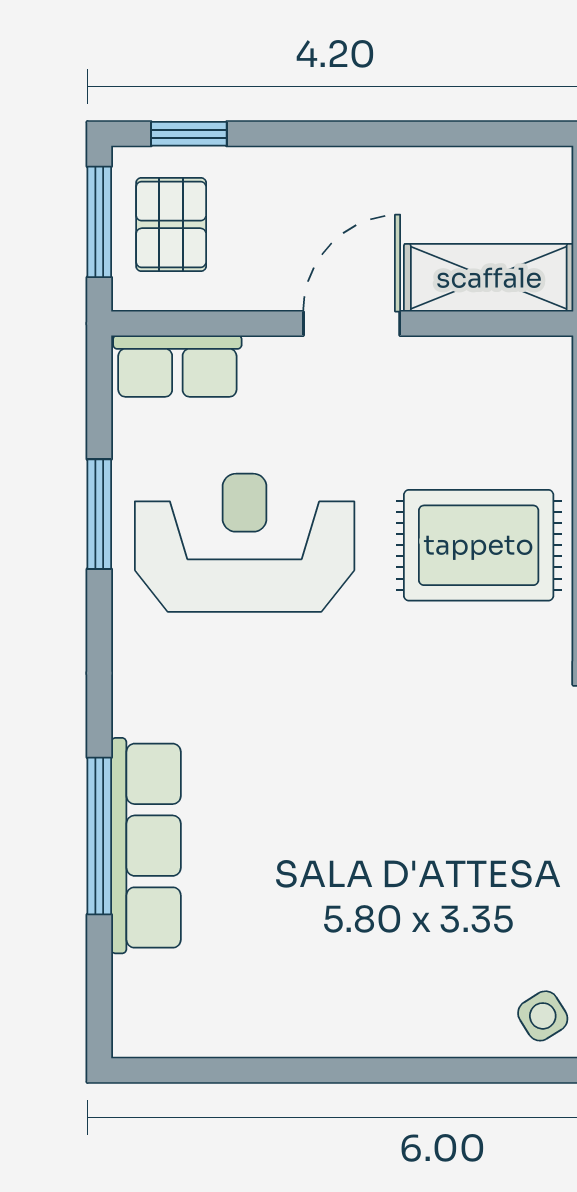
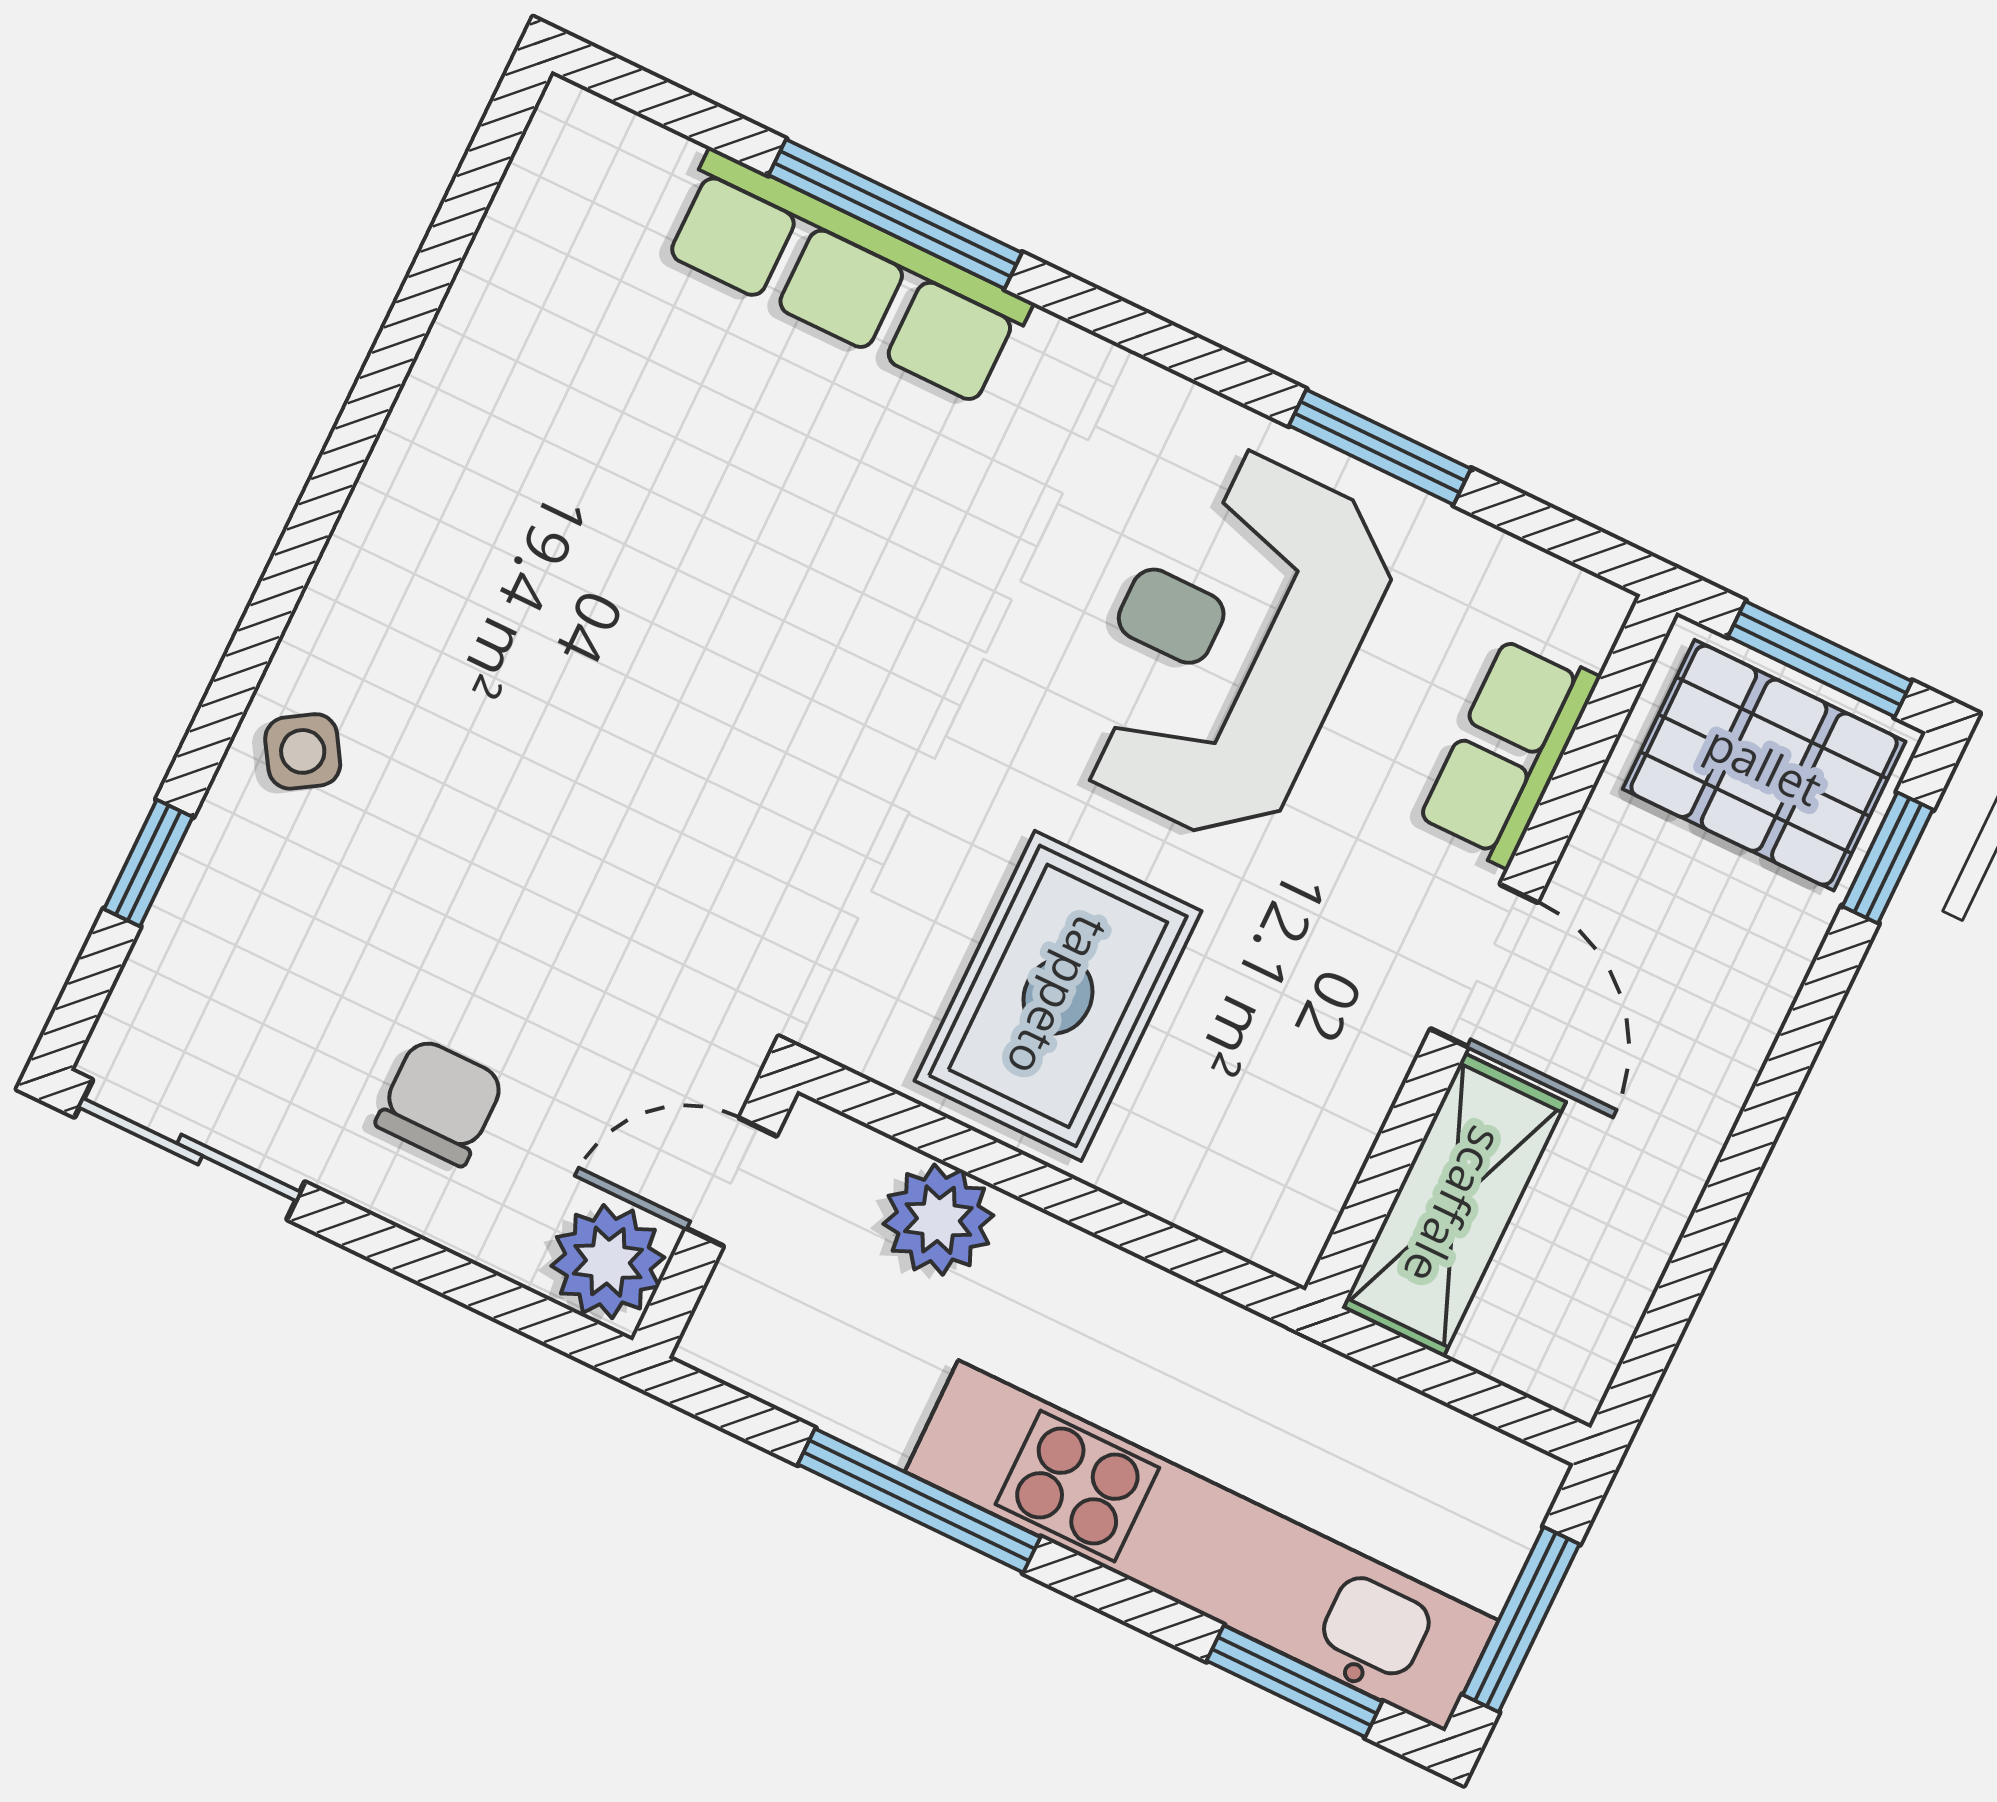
pallet: (171, 224) -> (1764, 765), width x1.50, depth x1.42
row of seats: (177, 366) -> (1508, 751), moved
reception desk: (245, 543) -> (1231, 645), turned 180

